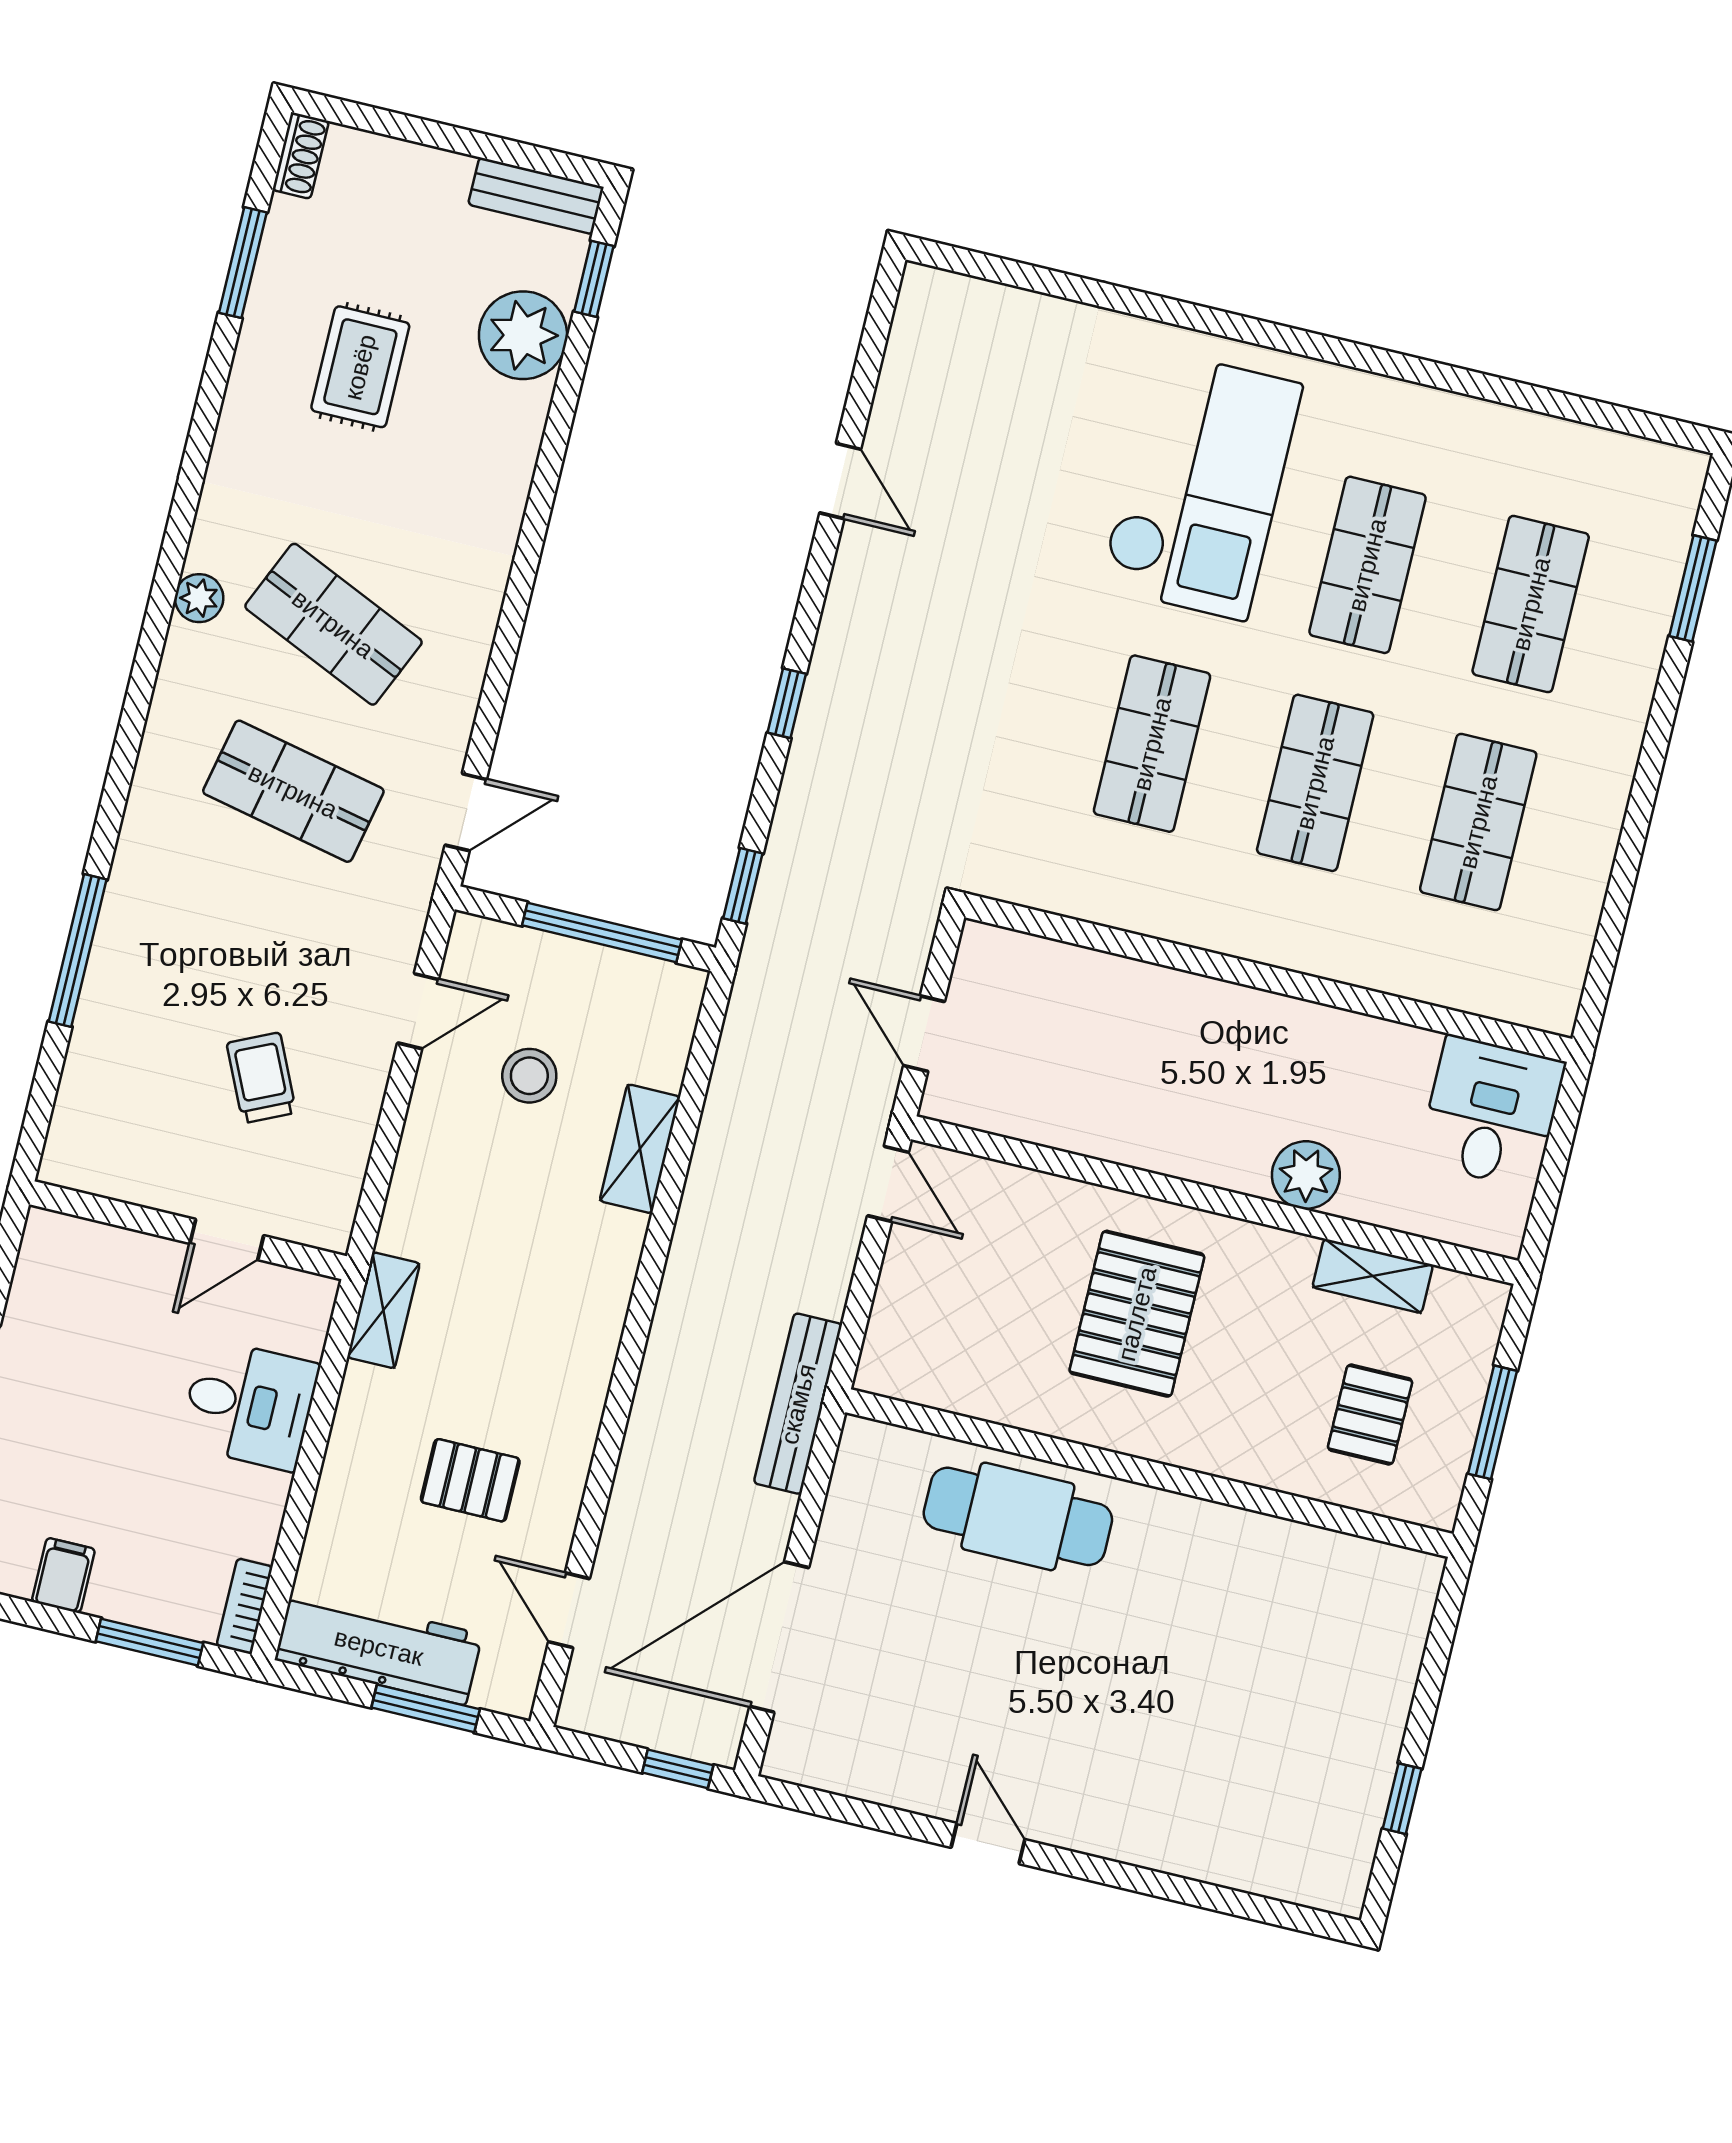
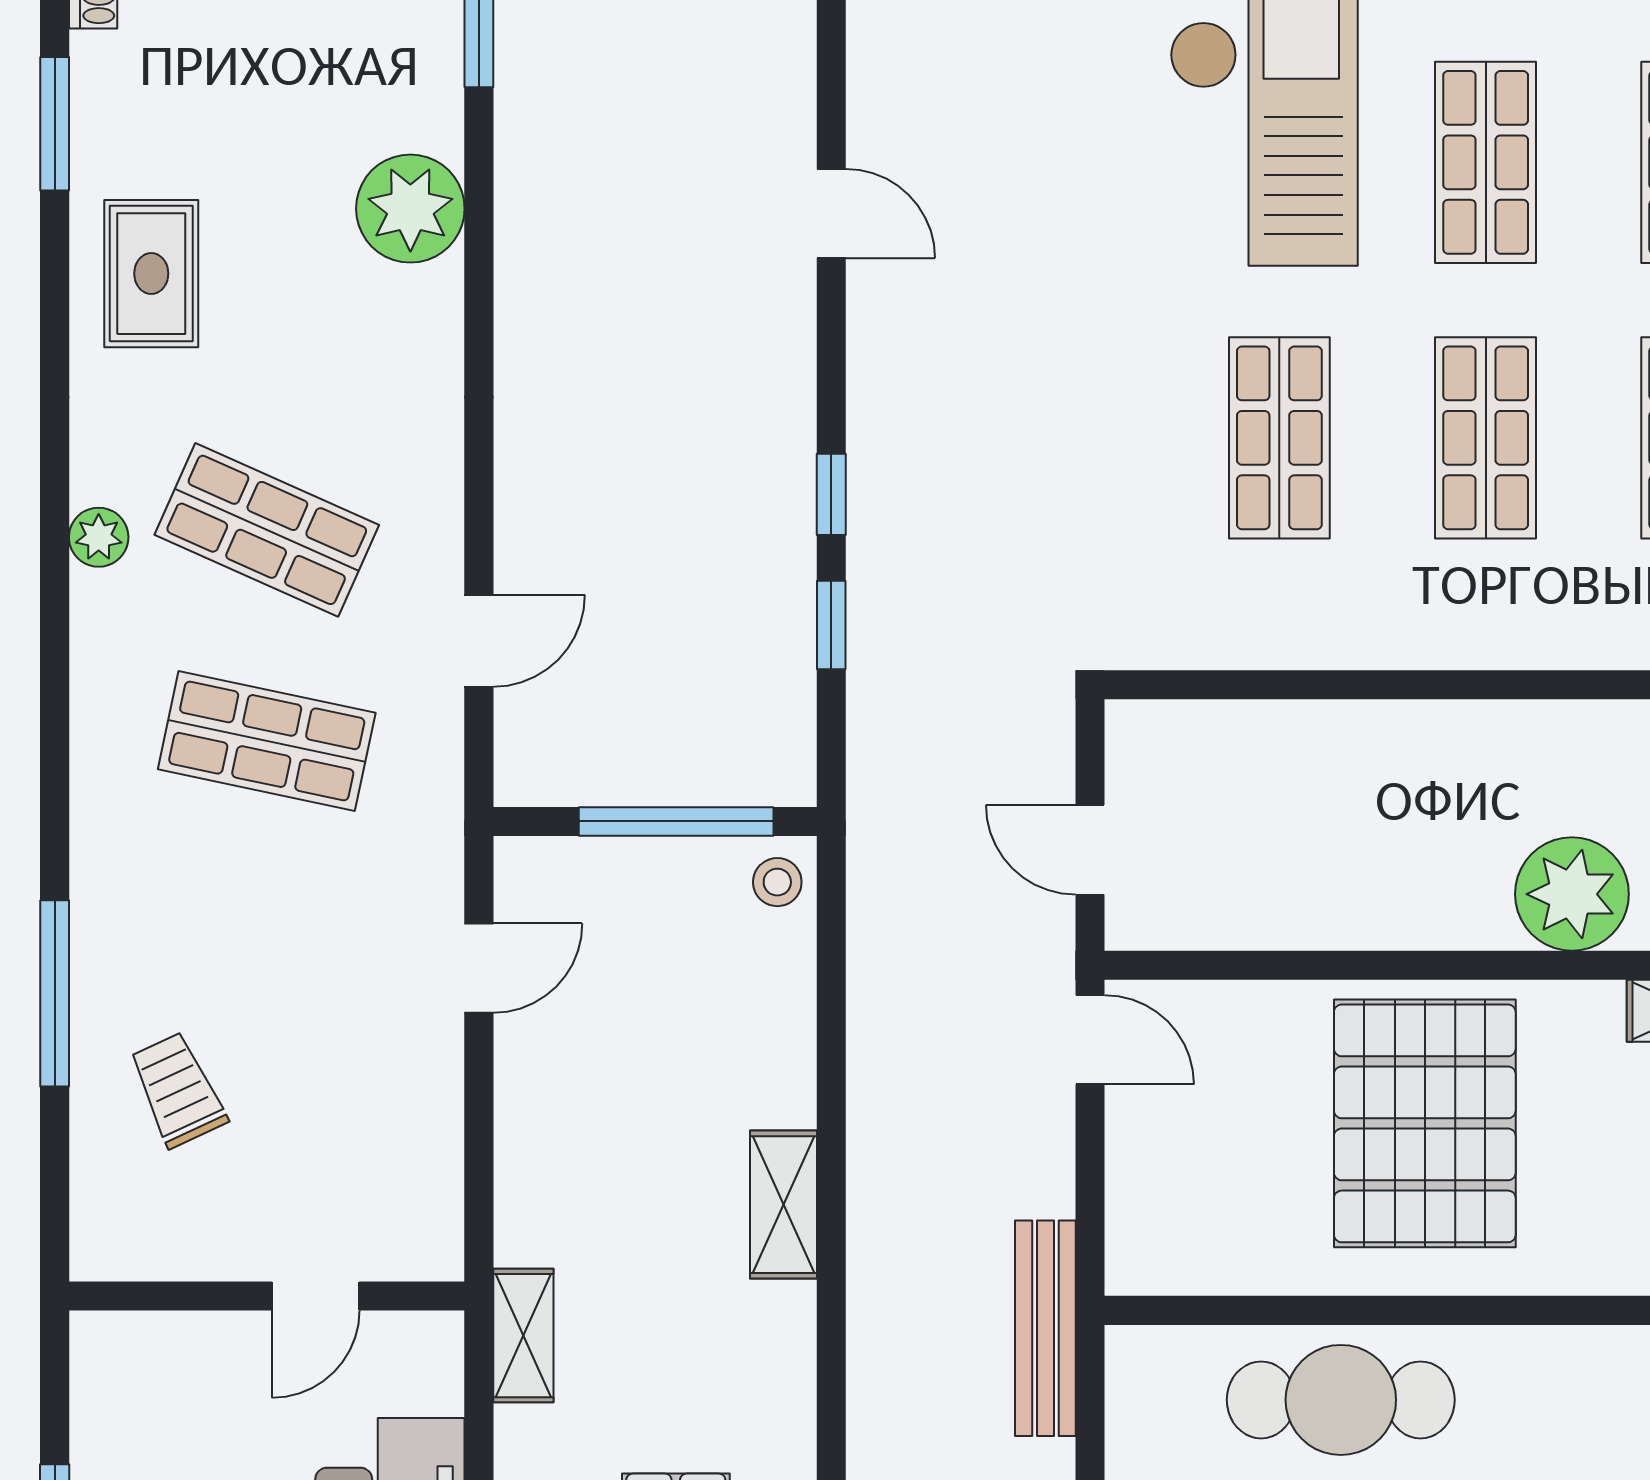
plant: (523, 335) -> (410, 209), moved
rug: (360, 367) -> (151, 274), moved
door: (466, 812) -> (479, 641), moved
window: (743, 886) -> (831, 625), moved
stool: (529, 1076) -> (777, 882), moved, width x0.73, depth x0.73
trolley: (261, 1078) -> (178, 1090), moved
shelving: (640, 1149) -> (783, 1205), moved
plant: (1306, 1175) -> (1572, 894), width x1.36, depth x1.36
pallet: (1137, 1314) -> (1425, 1123), width x1.37, depth x1.41

